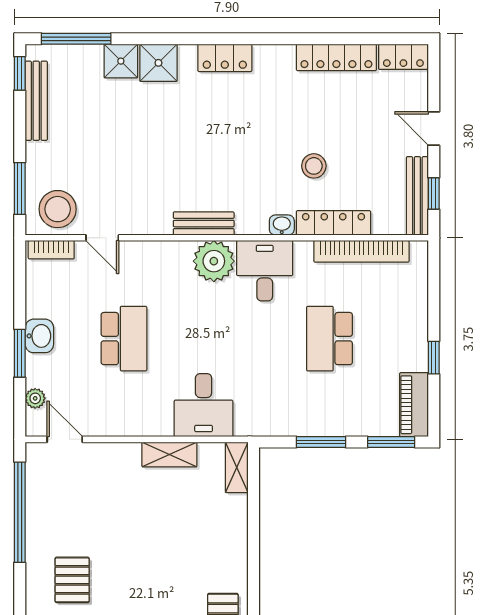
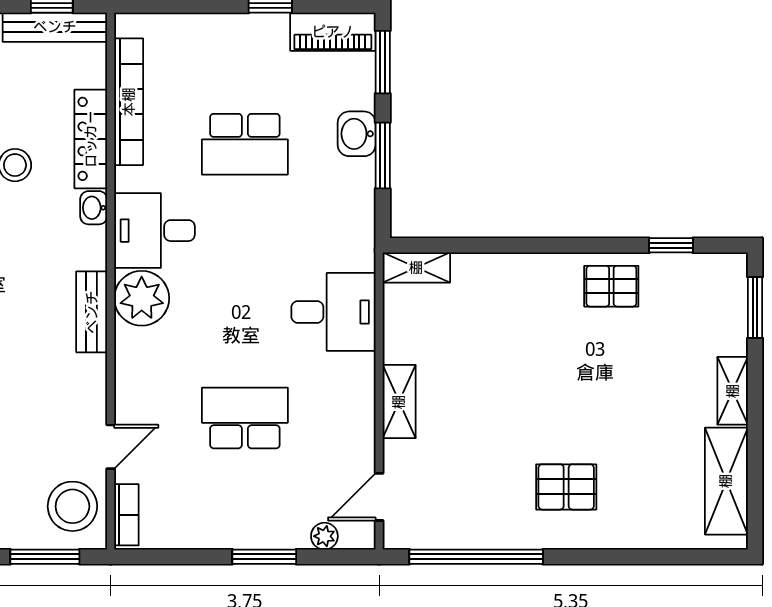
washbasin: (39, 336) -> (357, 134), moved, turned -90
shelving: (169, 454) -> (399, 402), moved

